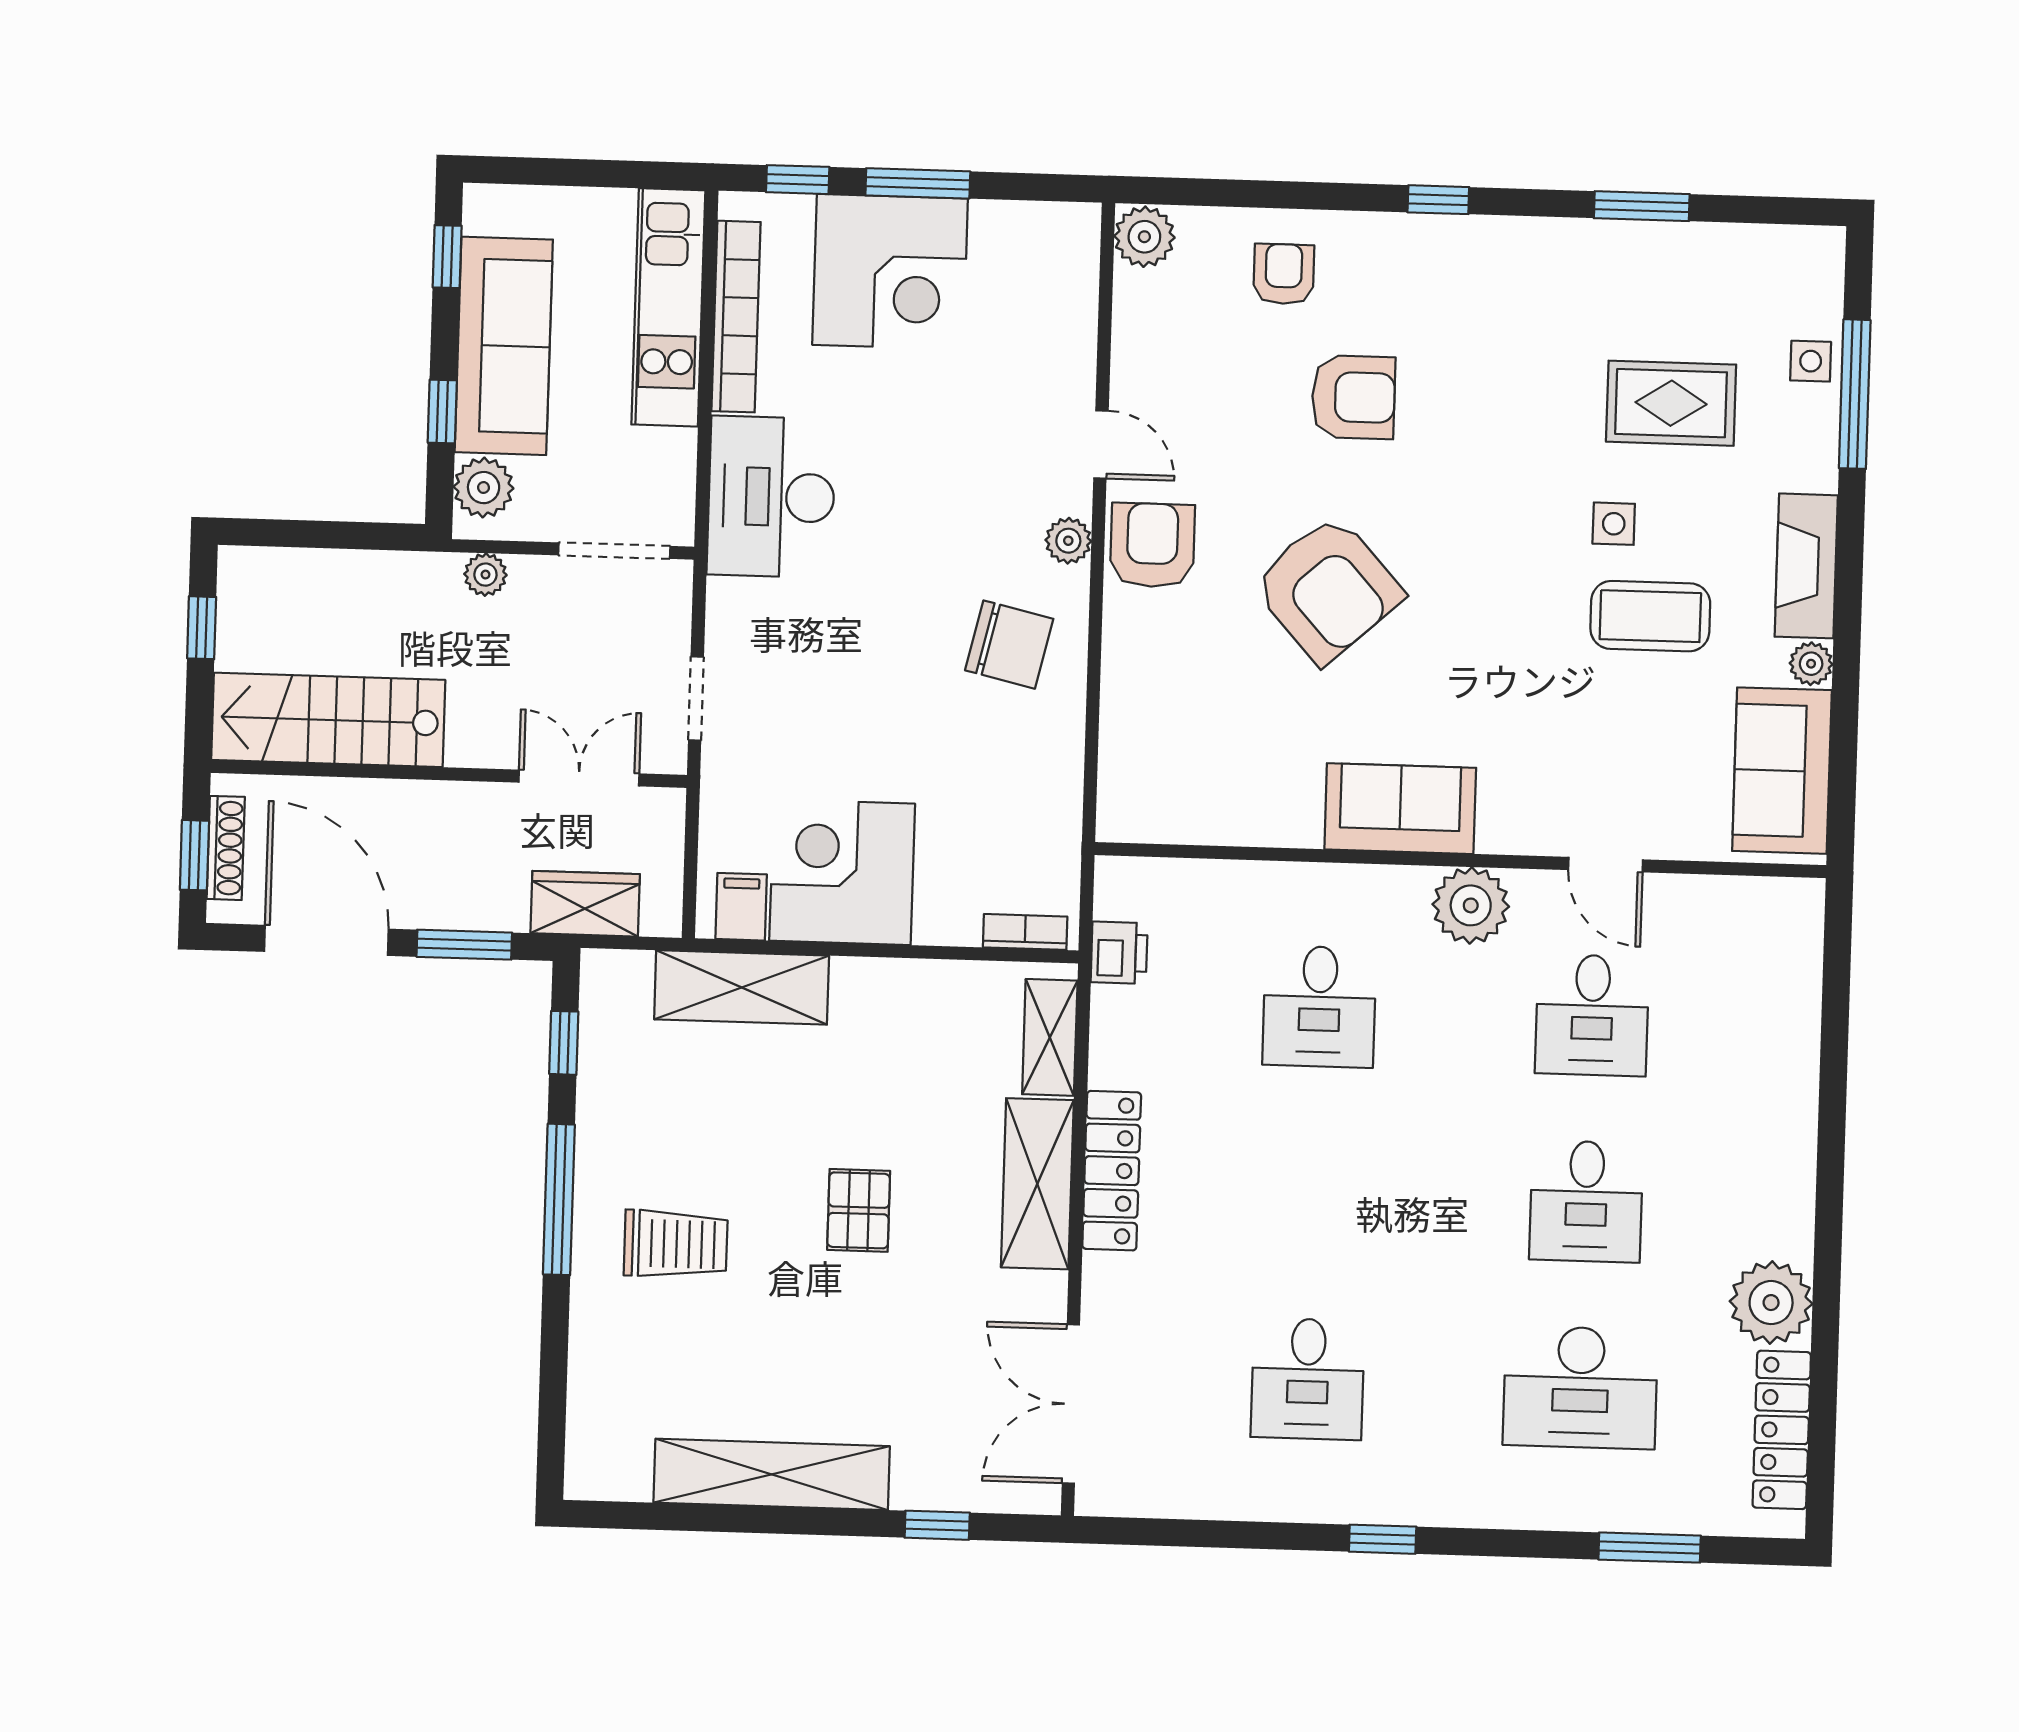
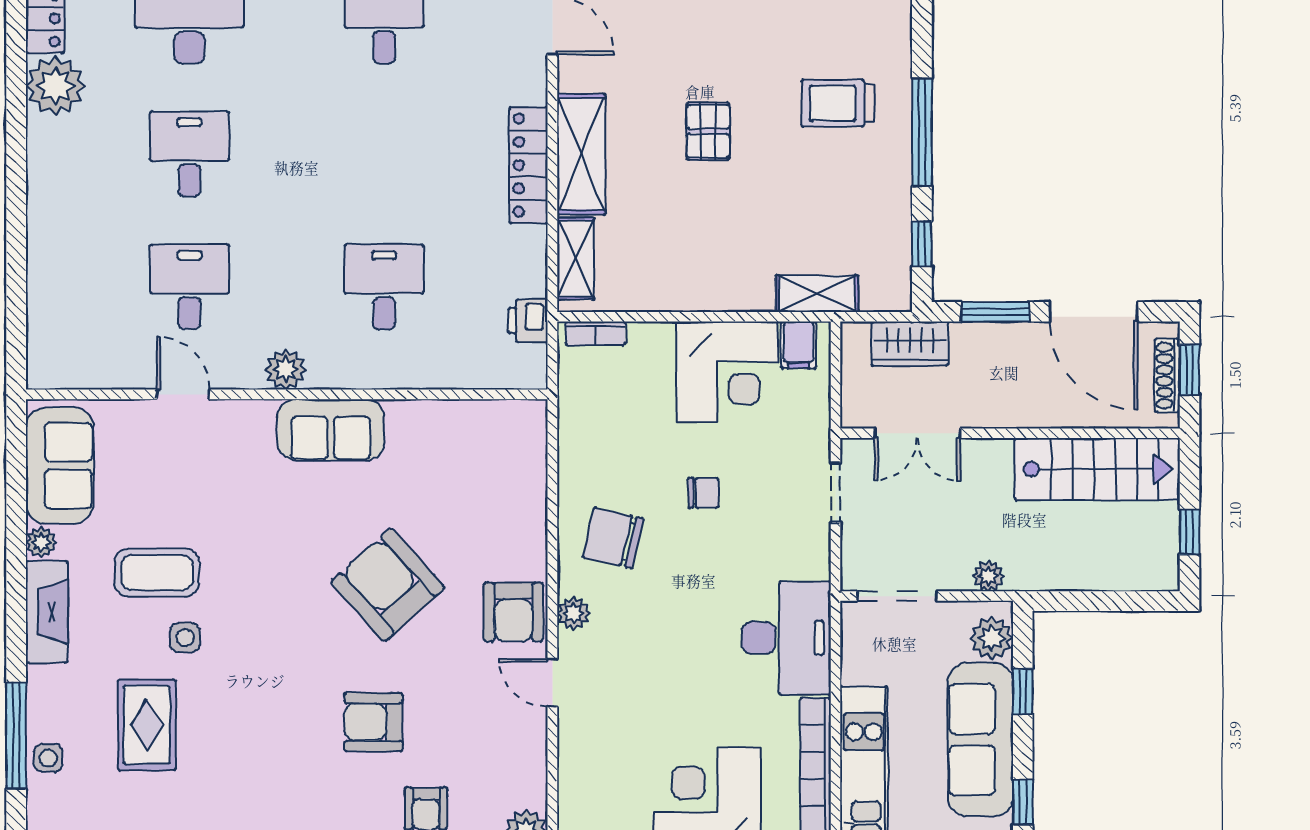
rug: (1671, 403) -> (147, 725), turned 90
chair: (881, 704) -> (703, 493), added
plant: (1471, 905) -> (286, 370), width x0.73, depth x0.73
shelving: (742, 987) -> (817, 294), width x0.67, depth x0.75

